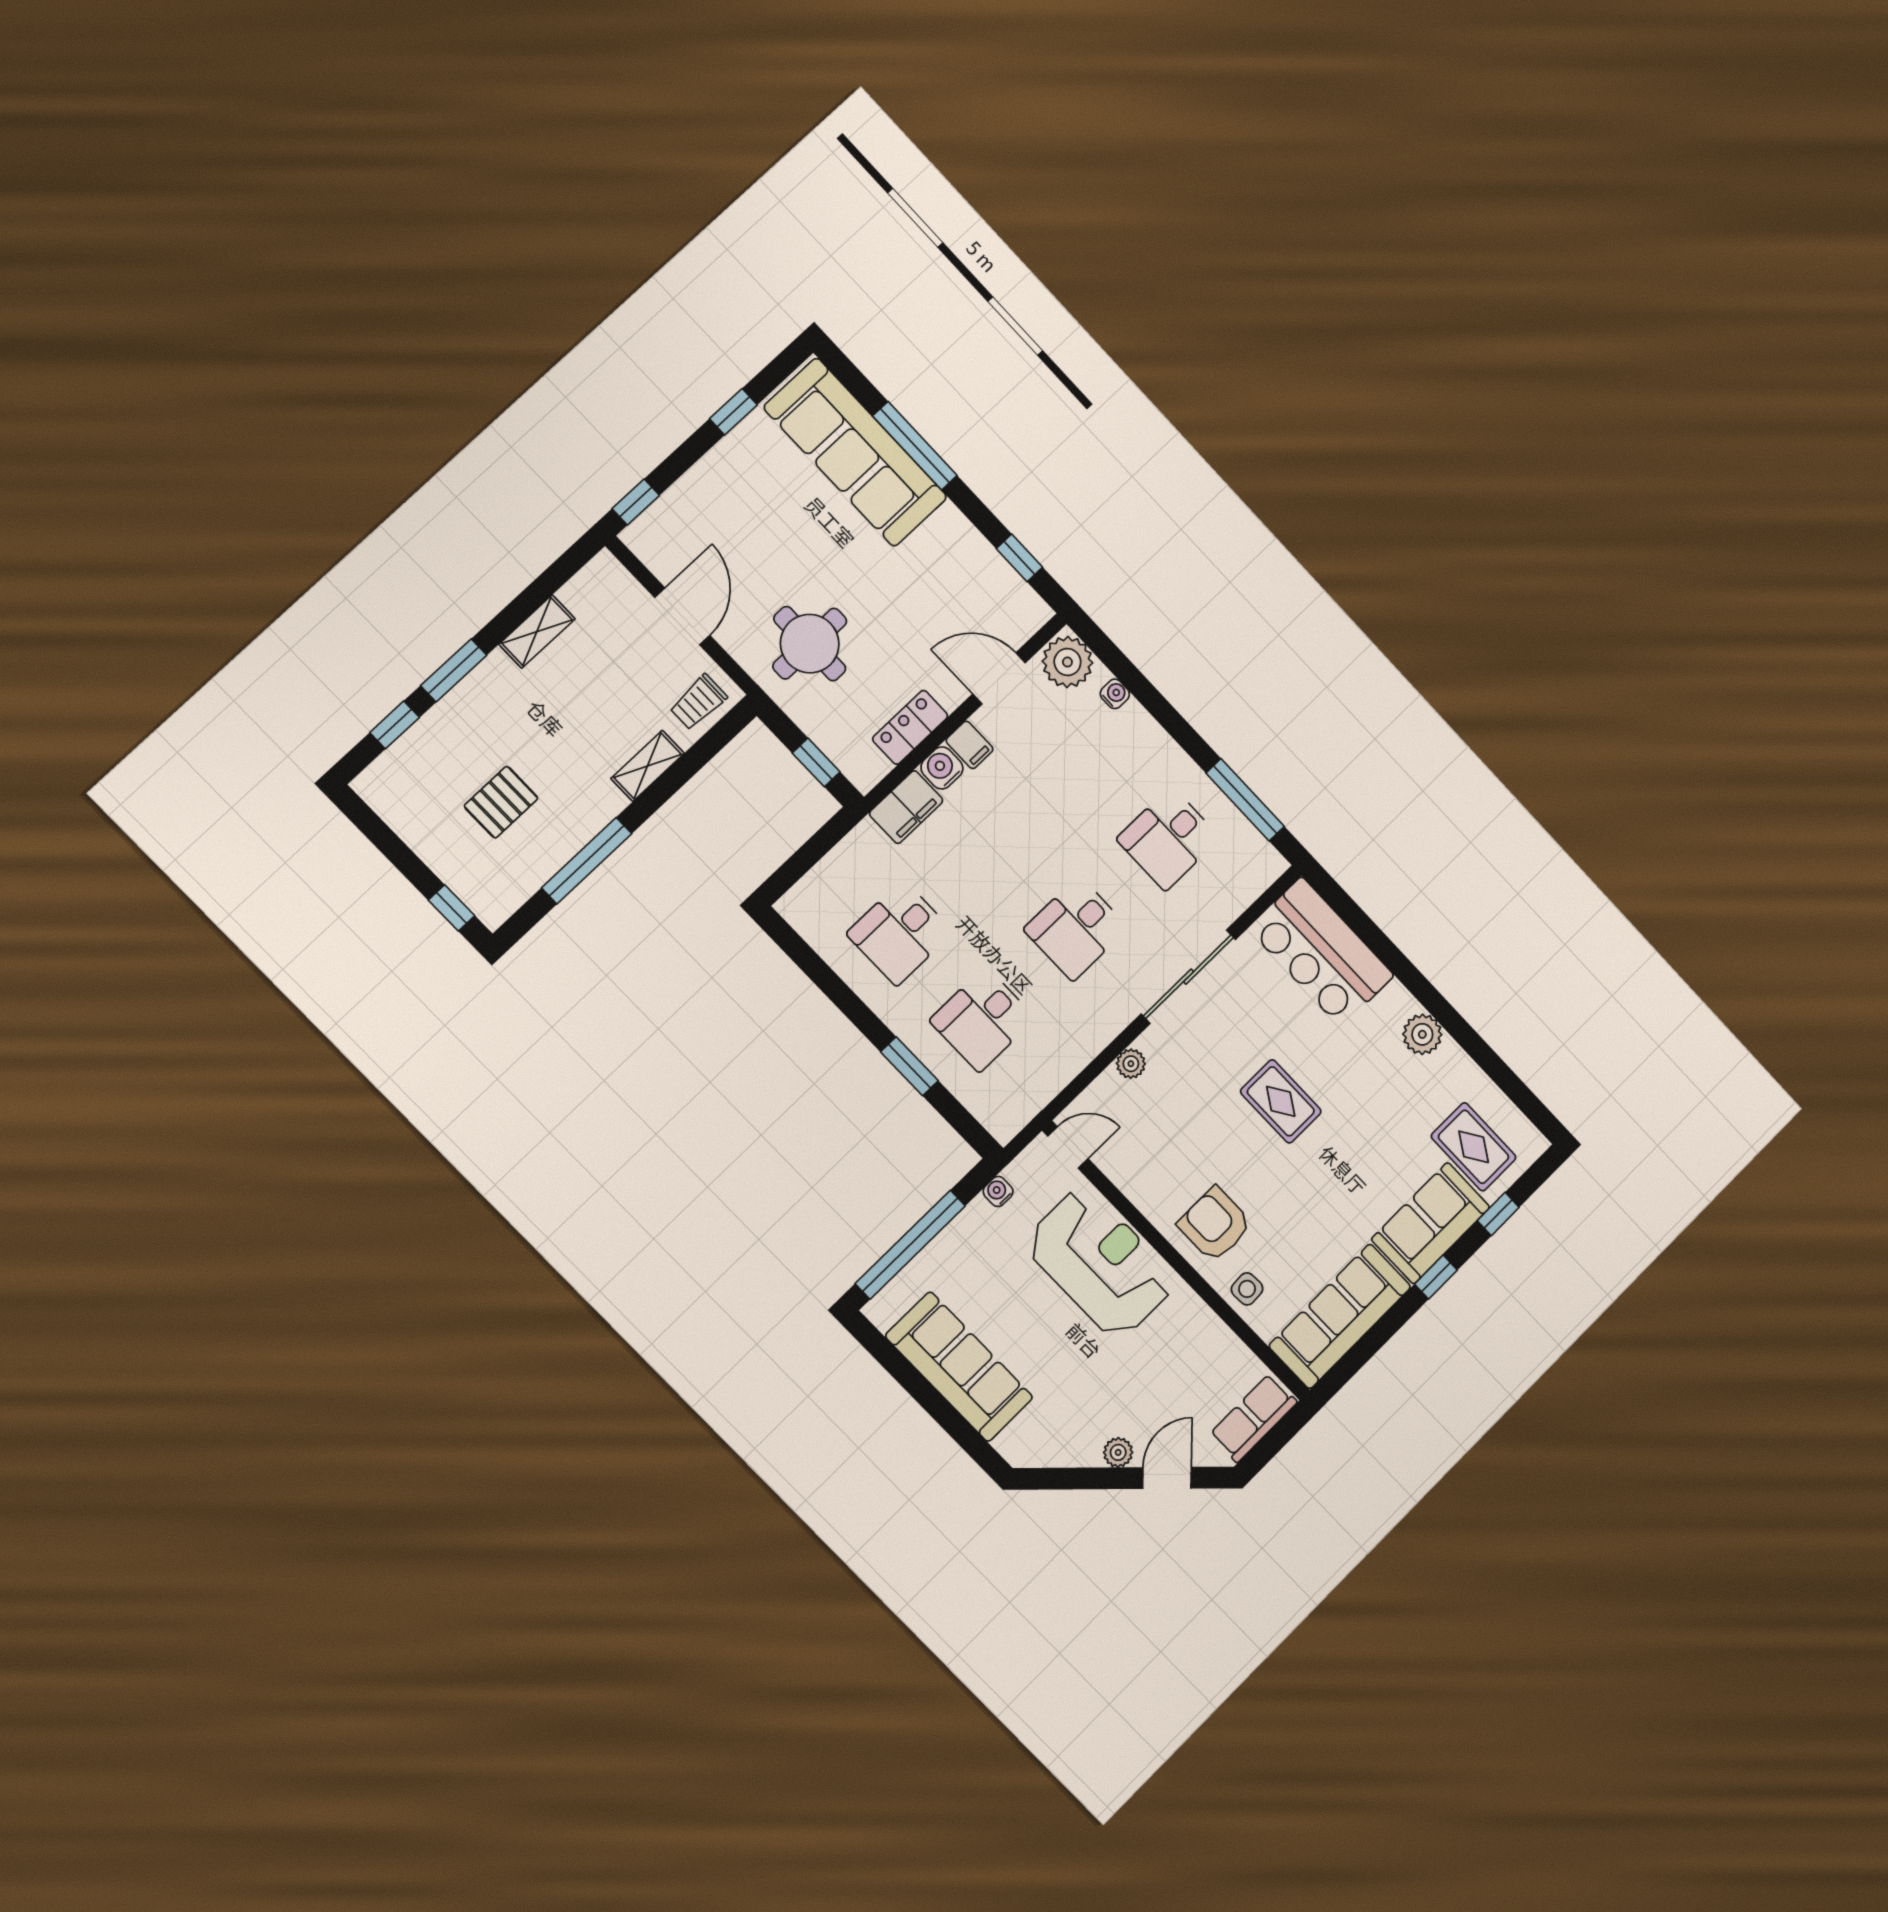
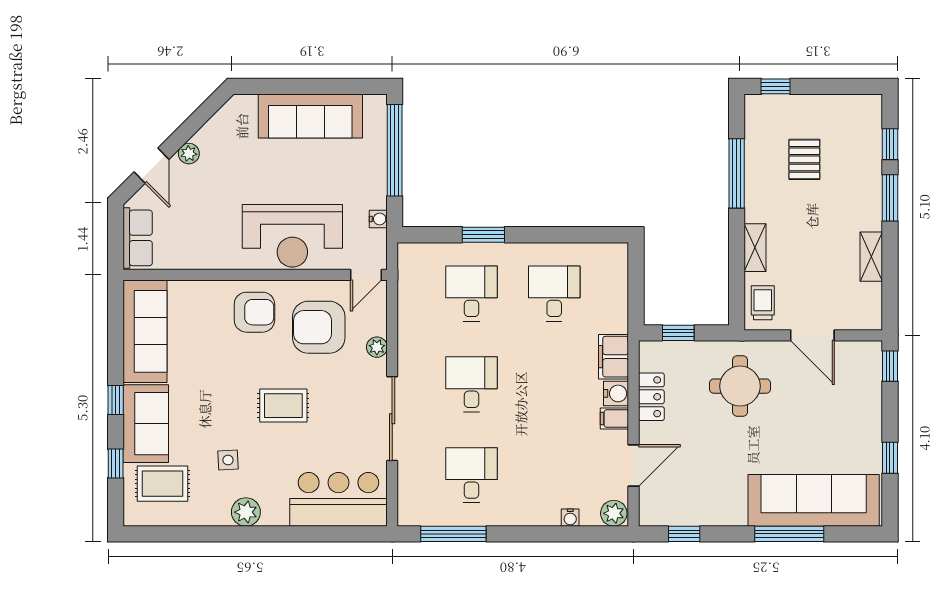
plant: (1067, 662) -> (614, 513), width x0.73, depth x0.73
armchair: (1167, 1144) -> (319, 327), added
side table: (1247, 1289) -> (228, 460), moved

